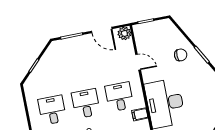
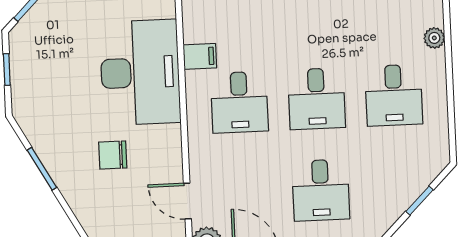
chair: (181, 55) -> (113, 155), moved
door: (138, 62) -> (187, 201), moved
desk: (78, 64) -> (321, 190), added

